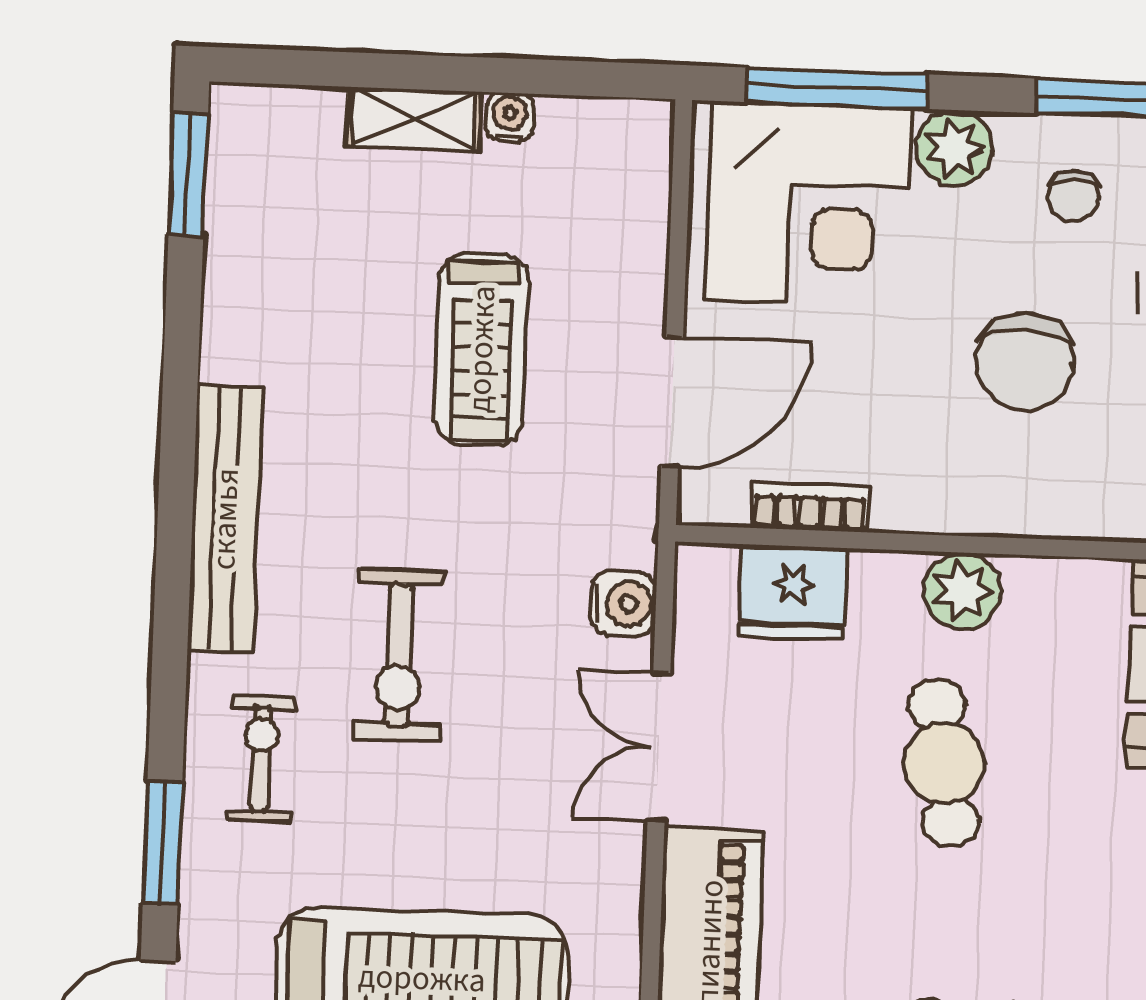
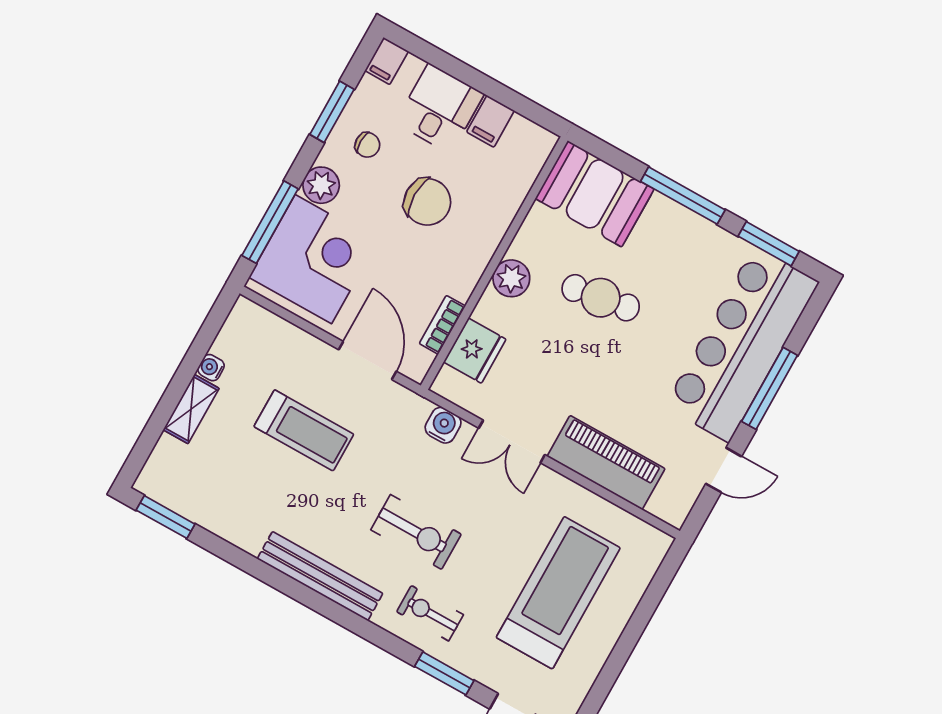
cafe table: (944, 763) -> (601, 298), moved

